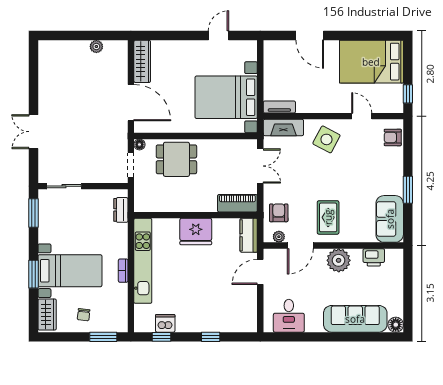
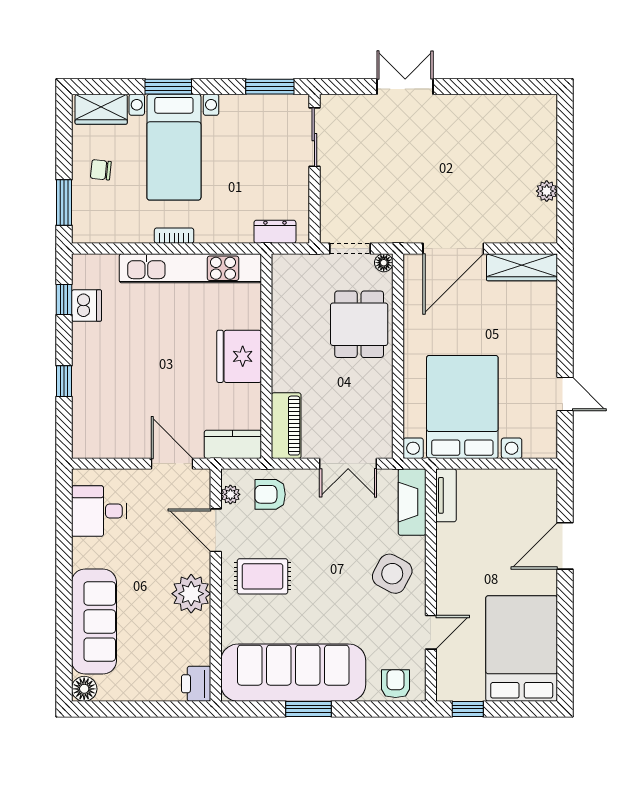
armchair: (279, 213) -> (270, 494), turned 180
sofa: (390, 219) -> (293, 673), width x1.85, depth x1.27
printer: (374, 257) -> (196, 684), moved

